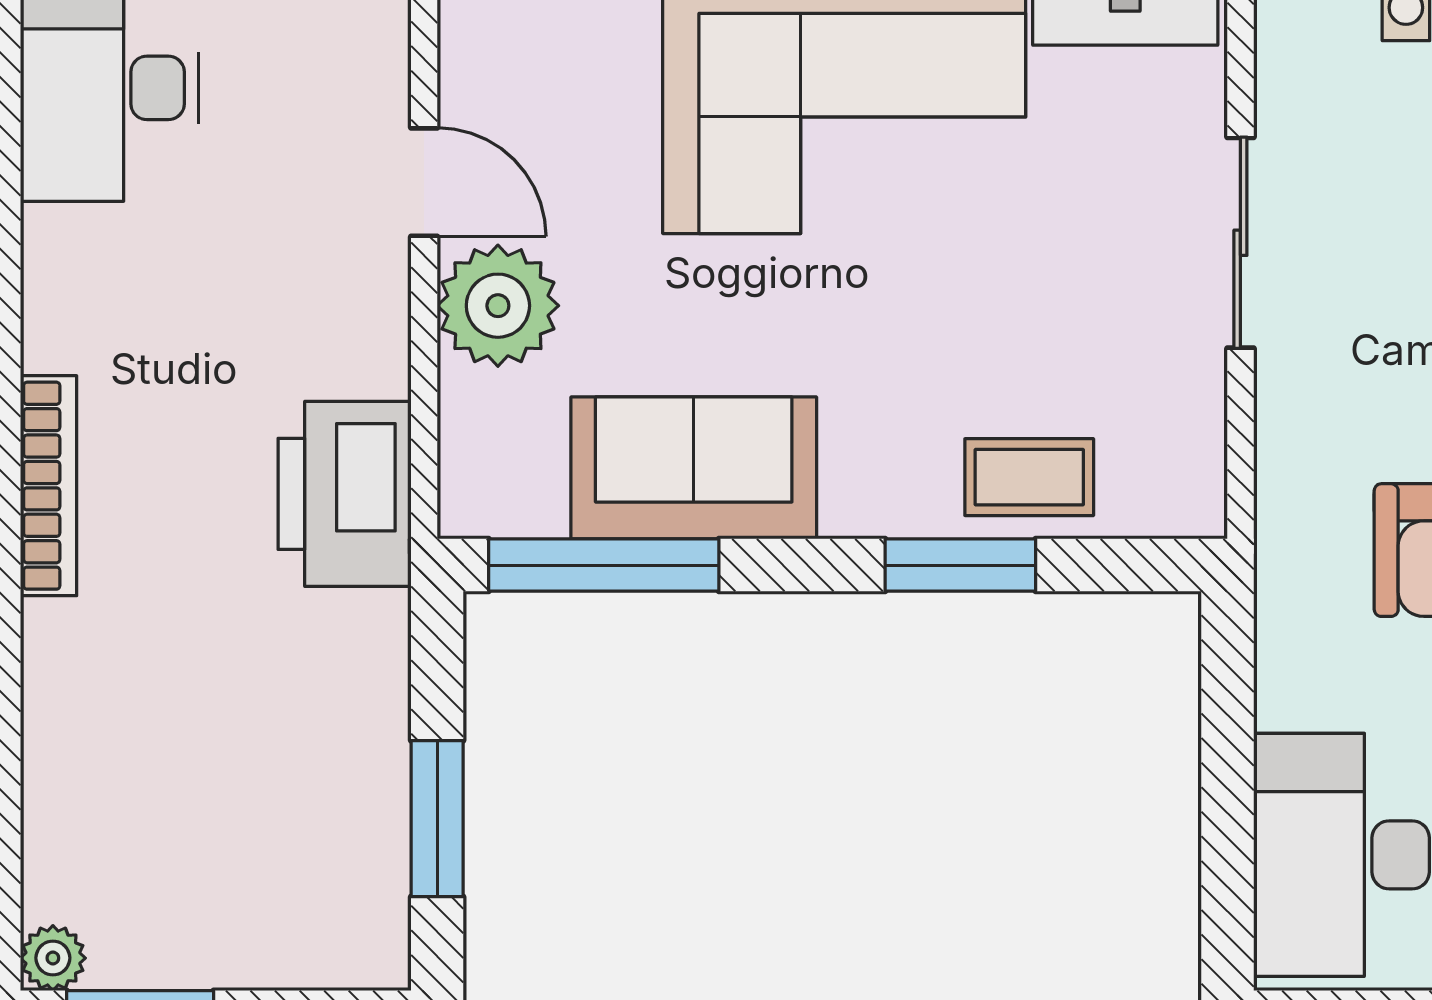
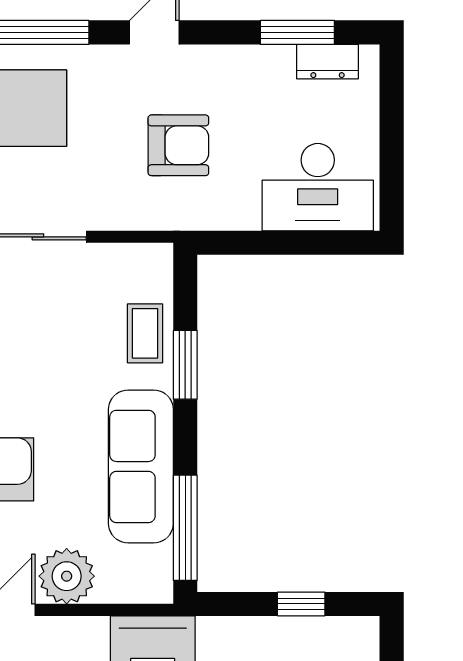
sofa: (694, 468) -> (141, 466), width x1.36
window: (437, 819) -> (301, 604), width x0.67

